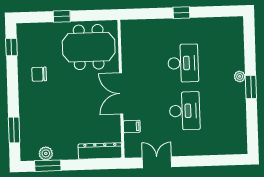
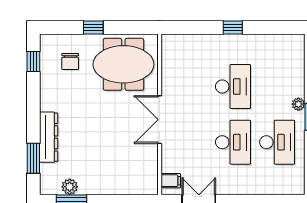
chair: (39, 74) -> (70, 61), moved, turned -90
desk: (222, 110) -> (277, 142), added
filing cabinet: (132, 126) -> (171, 181), moved
dresser: (100, 151) -> (49, 137), moved, turned 90

